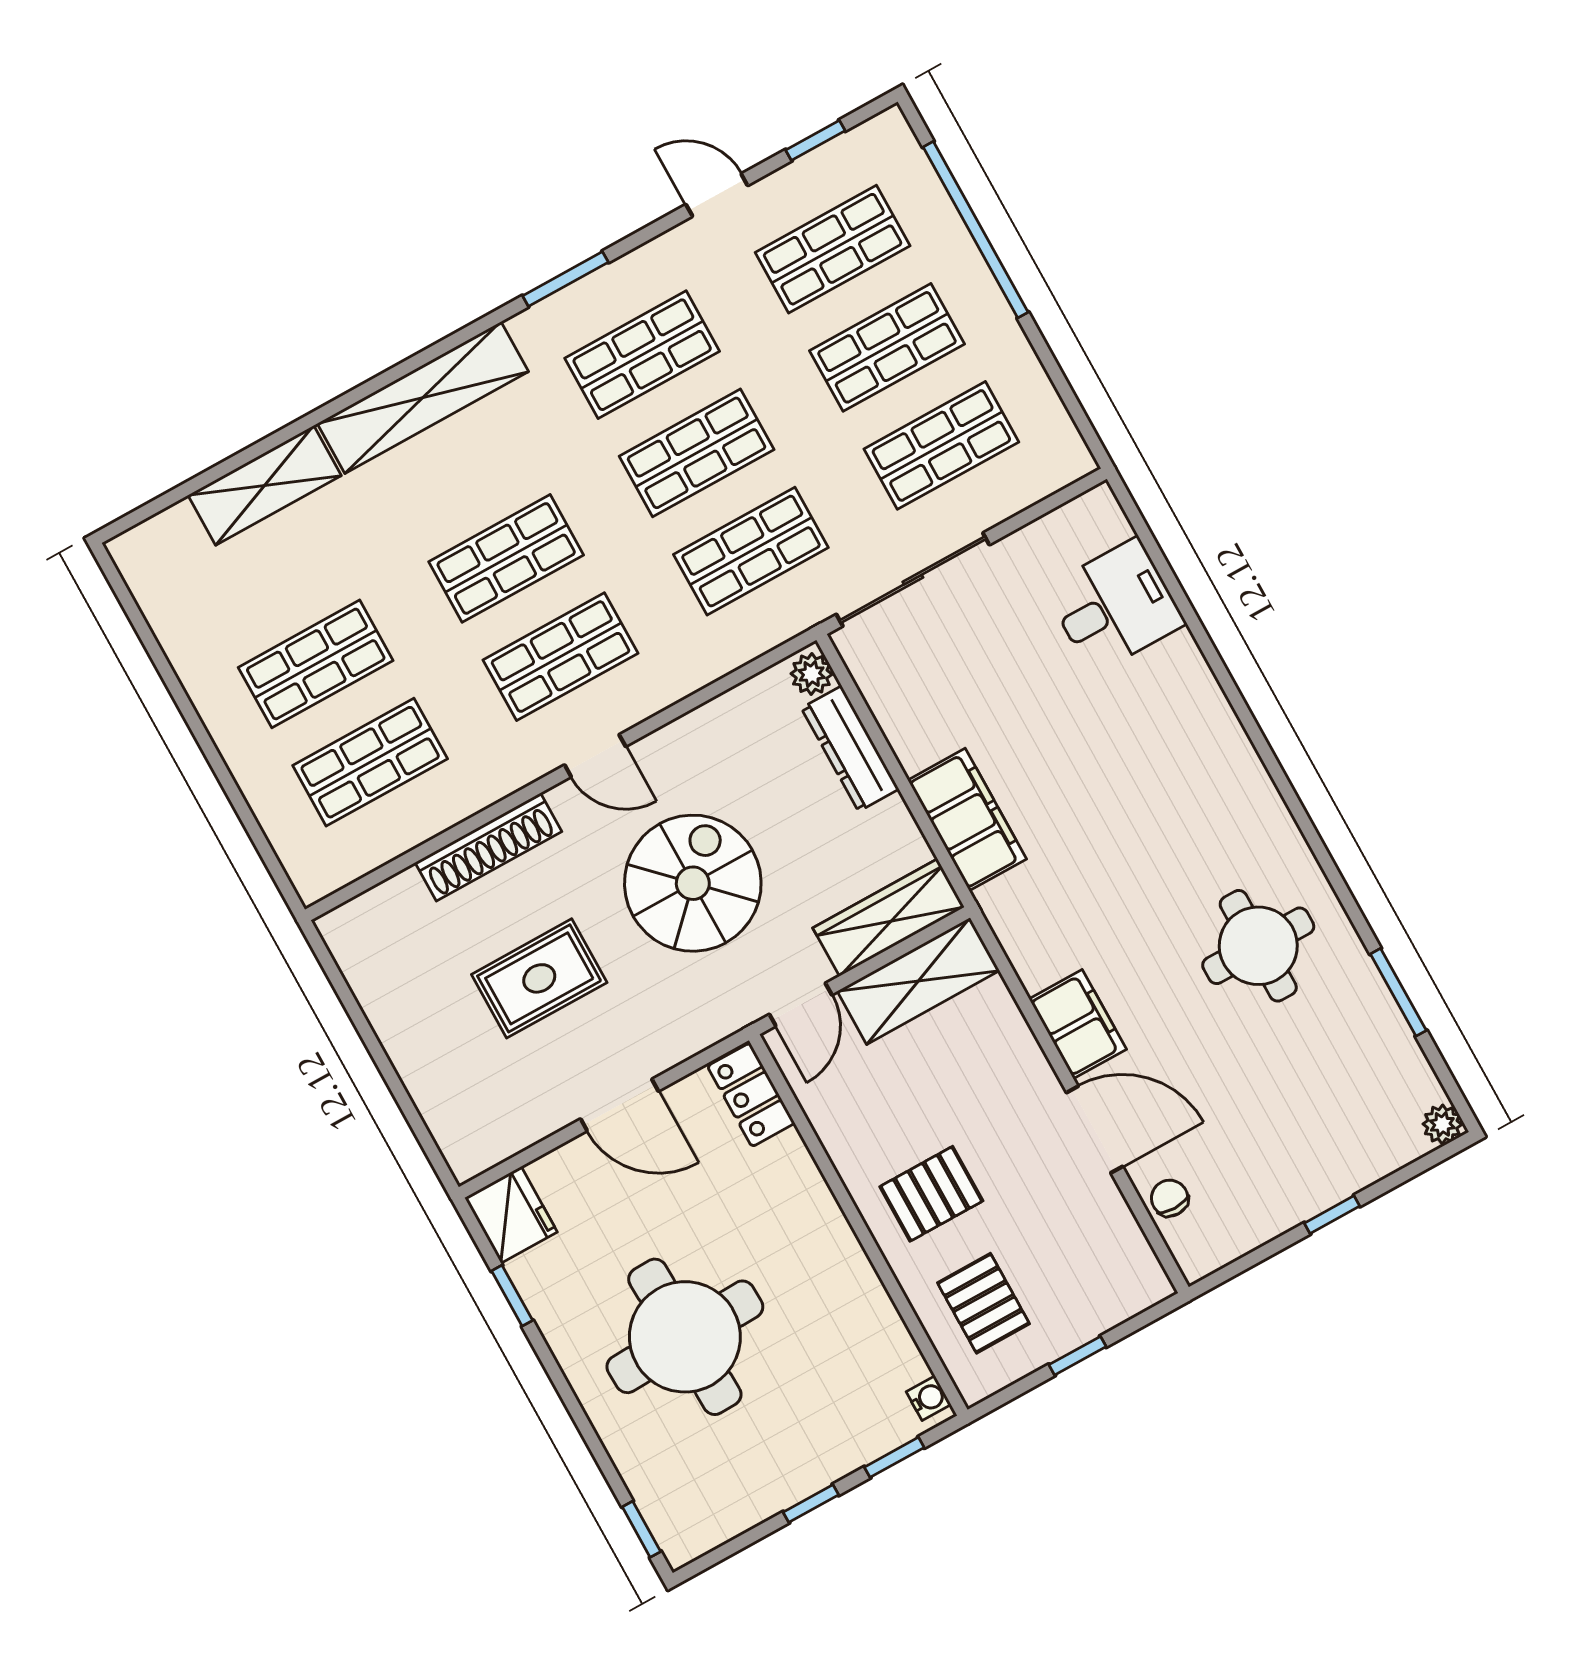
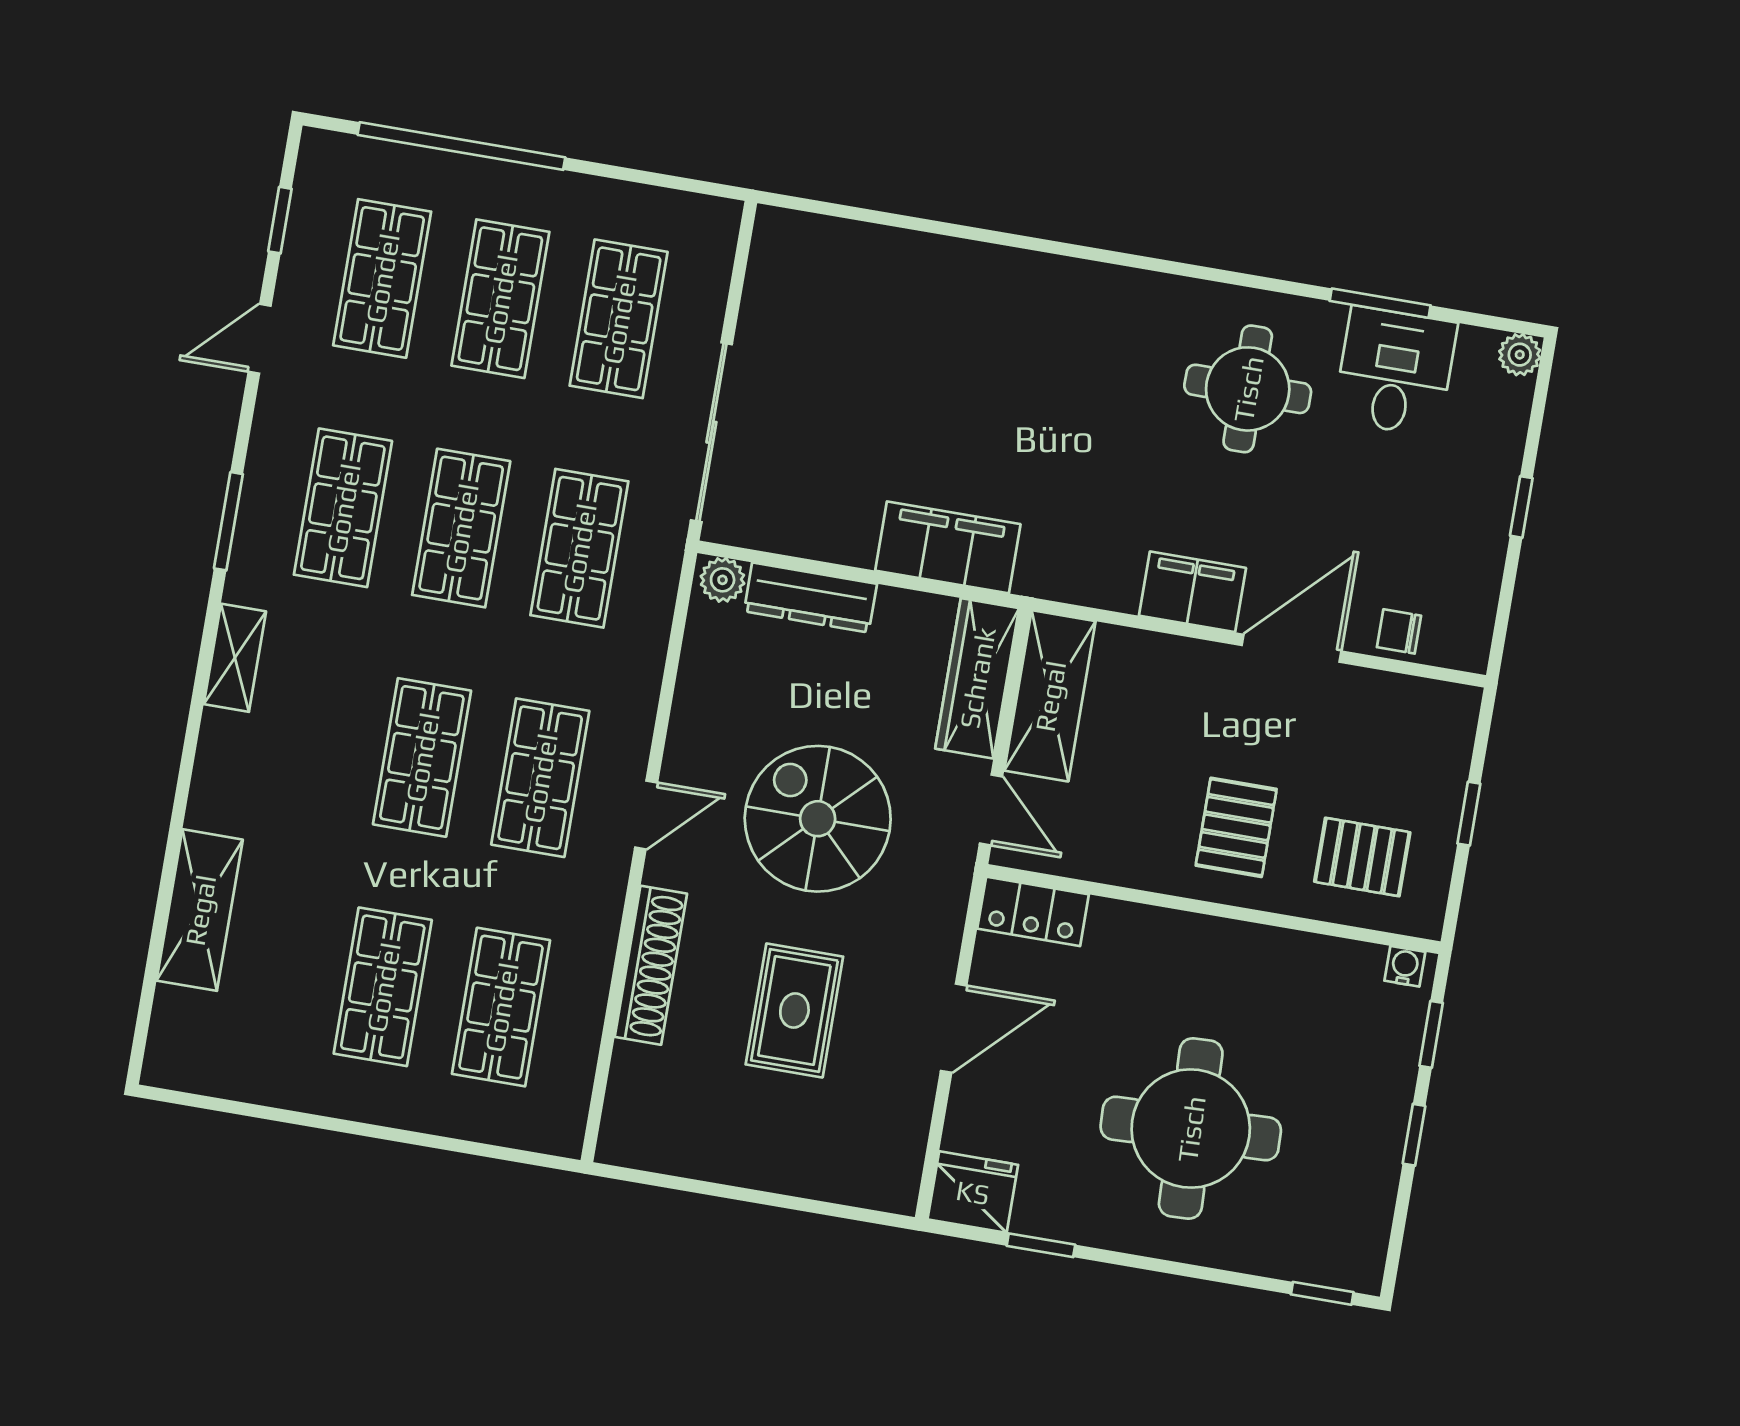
shelving: (423, 398) -> (235, 658), width x0.45, depth x0.75
desk: (1115, 606) -> (1395, 371), moved

